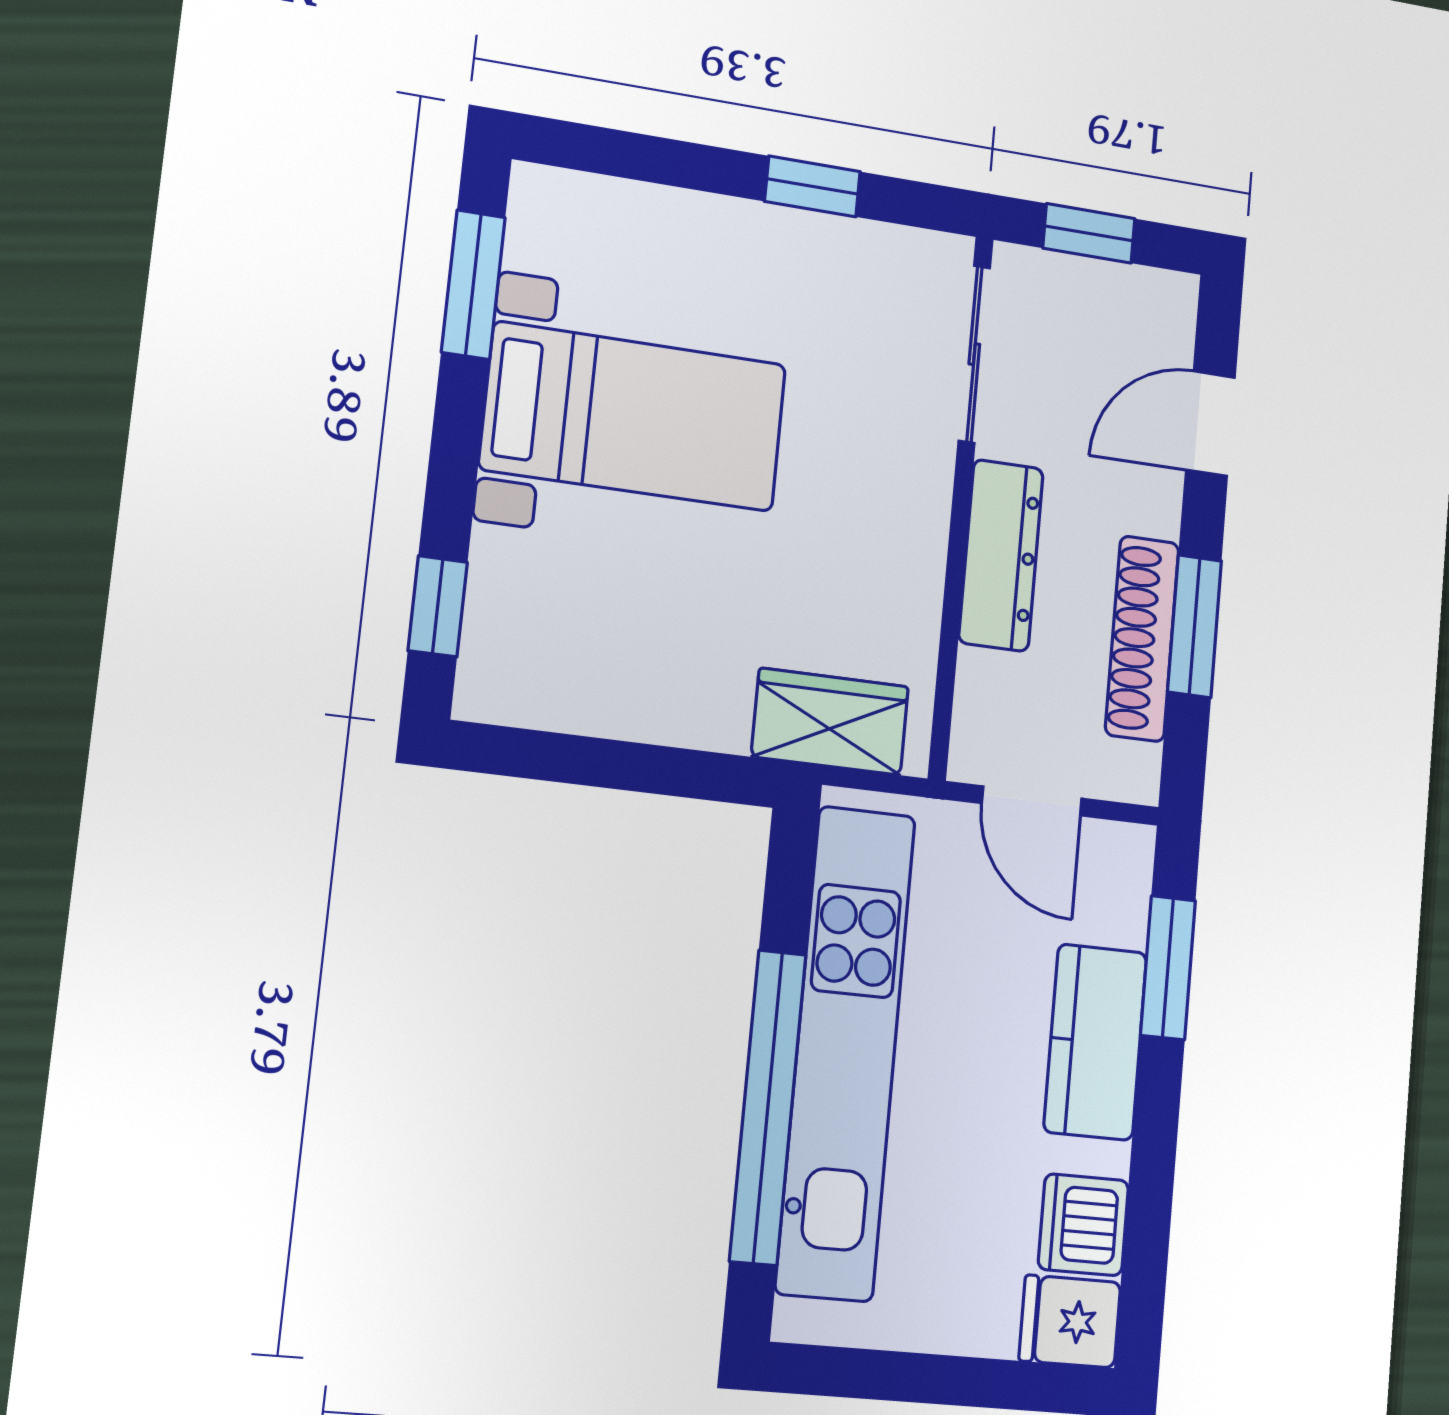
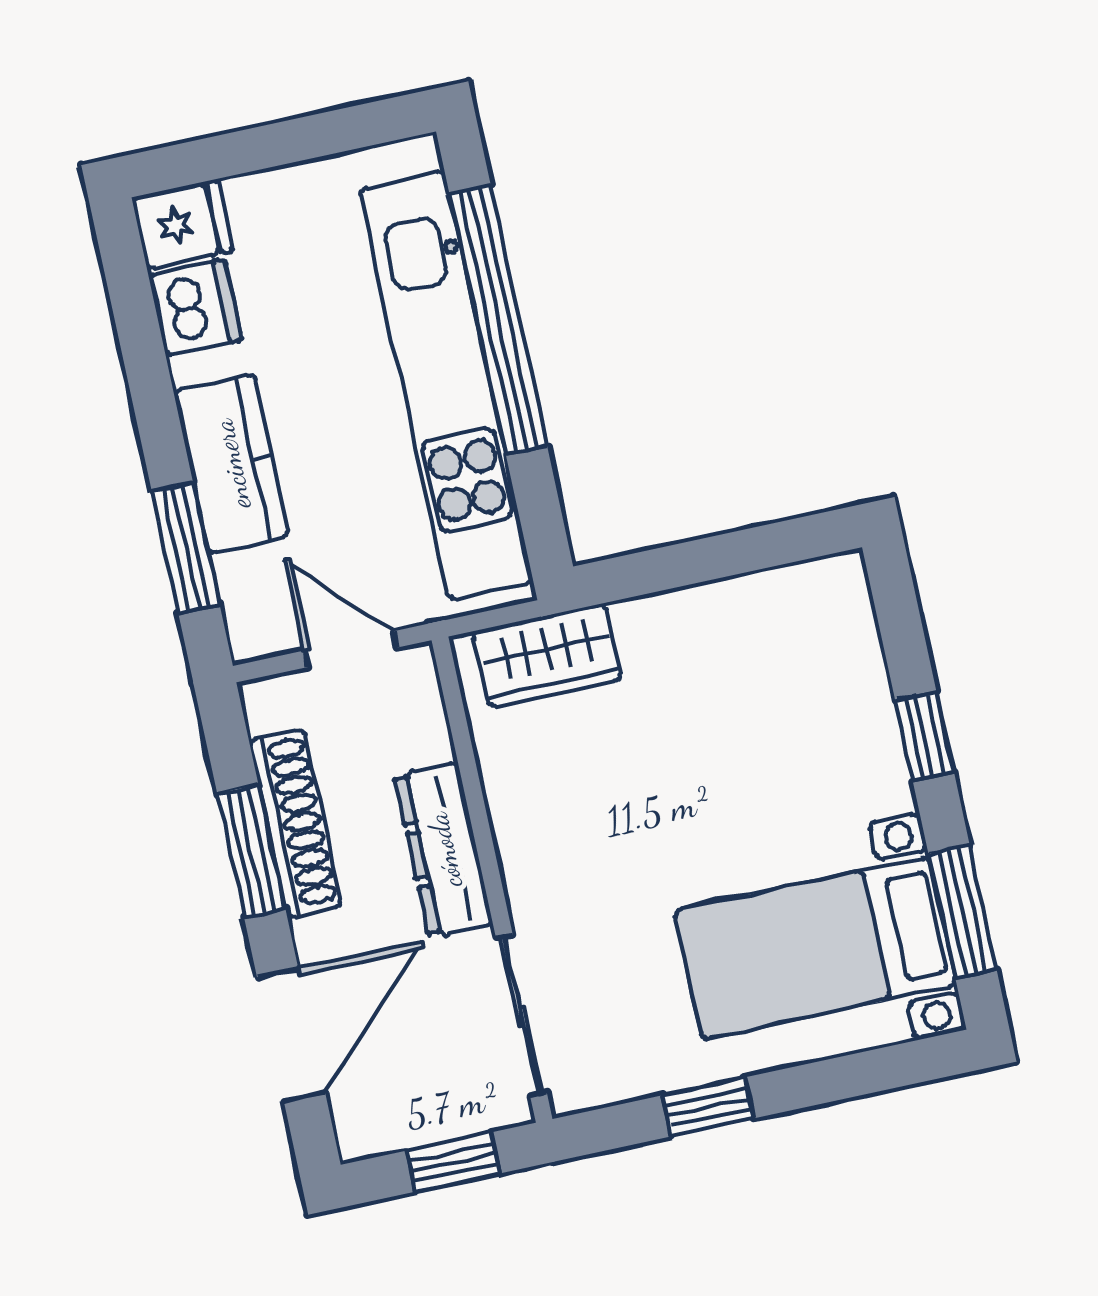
bed with nightstands: (634, 417) -> (816, 948), moved
door: (1210, 424) -> (291, 1035), width x1.37
window: (438, 606) -> (925, 736), moved

